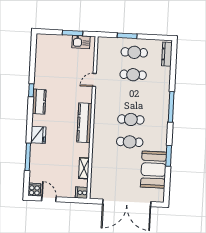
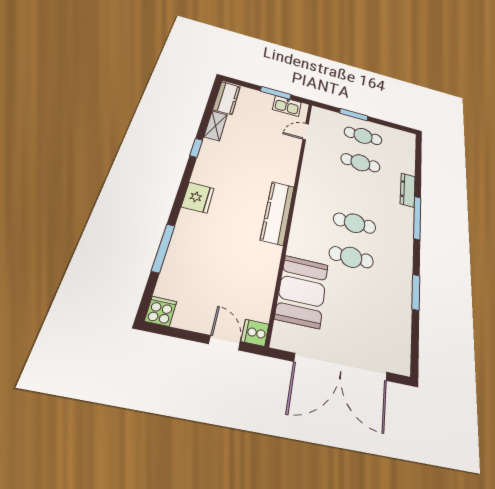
dresser: (167, 54) -> (408, 190), moved
door: (94, 80) -> (306, 132), moved
kitchen counter: (39, 102) -> (227, 98), moved
fridge: (38, 135) -> (198, 198), moved
shelving: (84, 168) -> (216, 126), moved
booth: (154, 170) -> (302, 291), moved
door: (49, 199) -> (225, 343), moved

